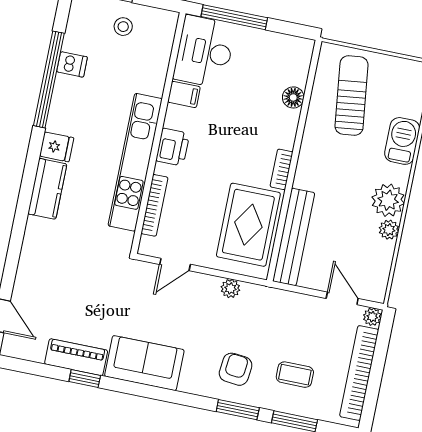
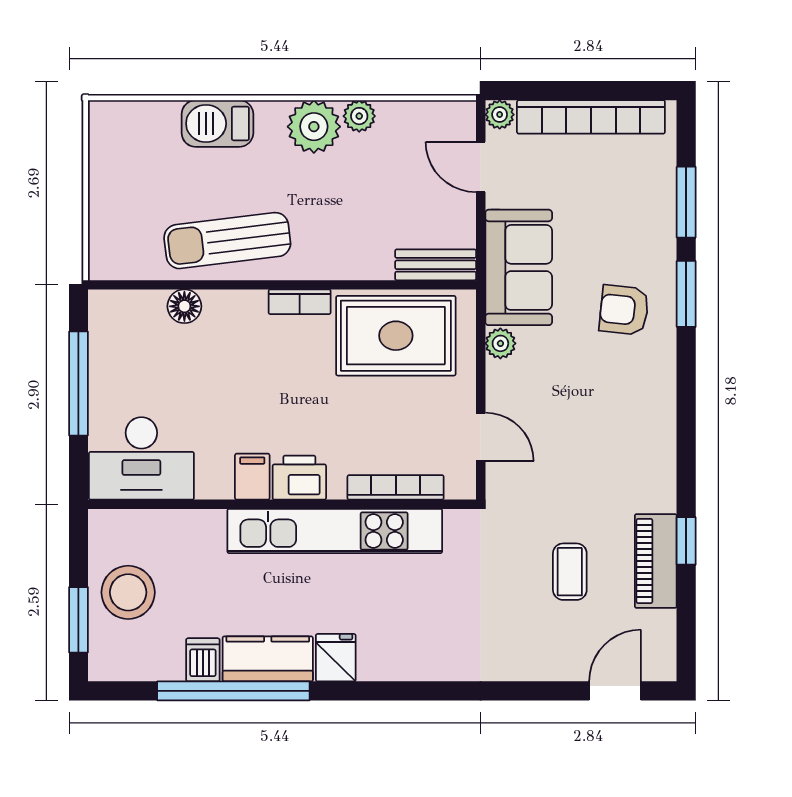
window: (234, 17) -> (78, 384), moved
stool: (123, 27) -> (128, 592), width x1.89, depth x1.89
filing cabinet: (184, 94) -> (252, 477), moved
sun lounger: (352, 96) -> (227, 241), moved
kitchen counter: (47, 189) -> (268, 659), moved
bench: (294, 237) -> (436, 265), width x0.54, depth x0.82
door: (342, 298) -> (481, 167), hinge flipped
sofa: (144, 363) -> (519, 267), moved, turned 180
coffee table: (295, 375) -> (570, 572), moved

